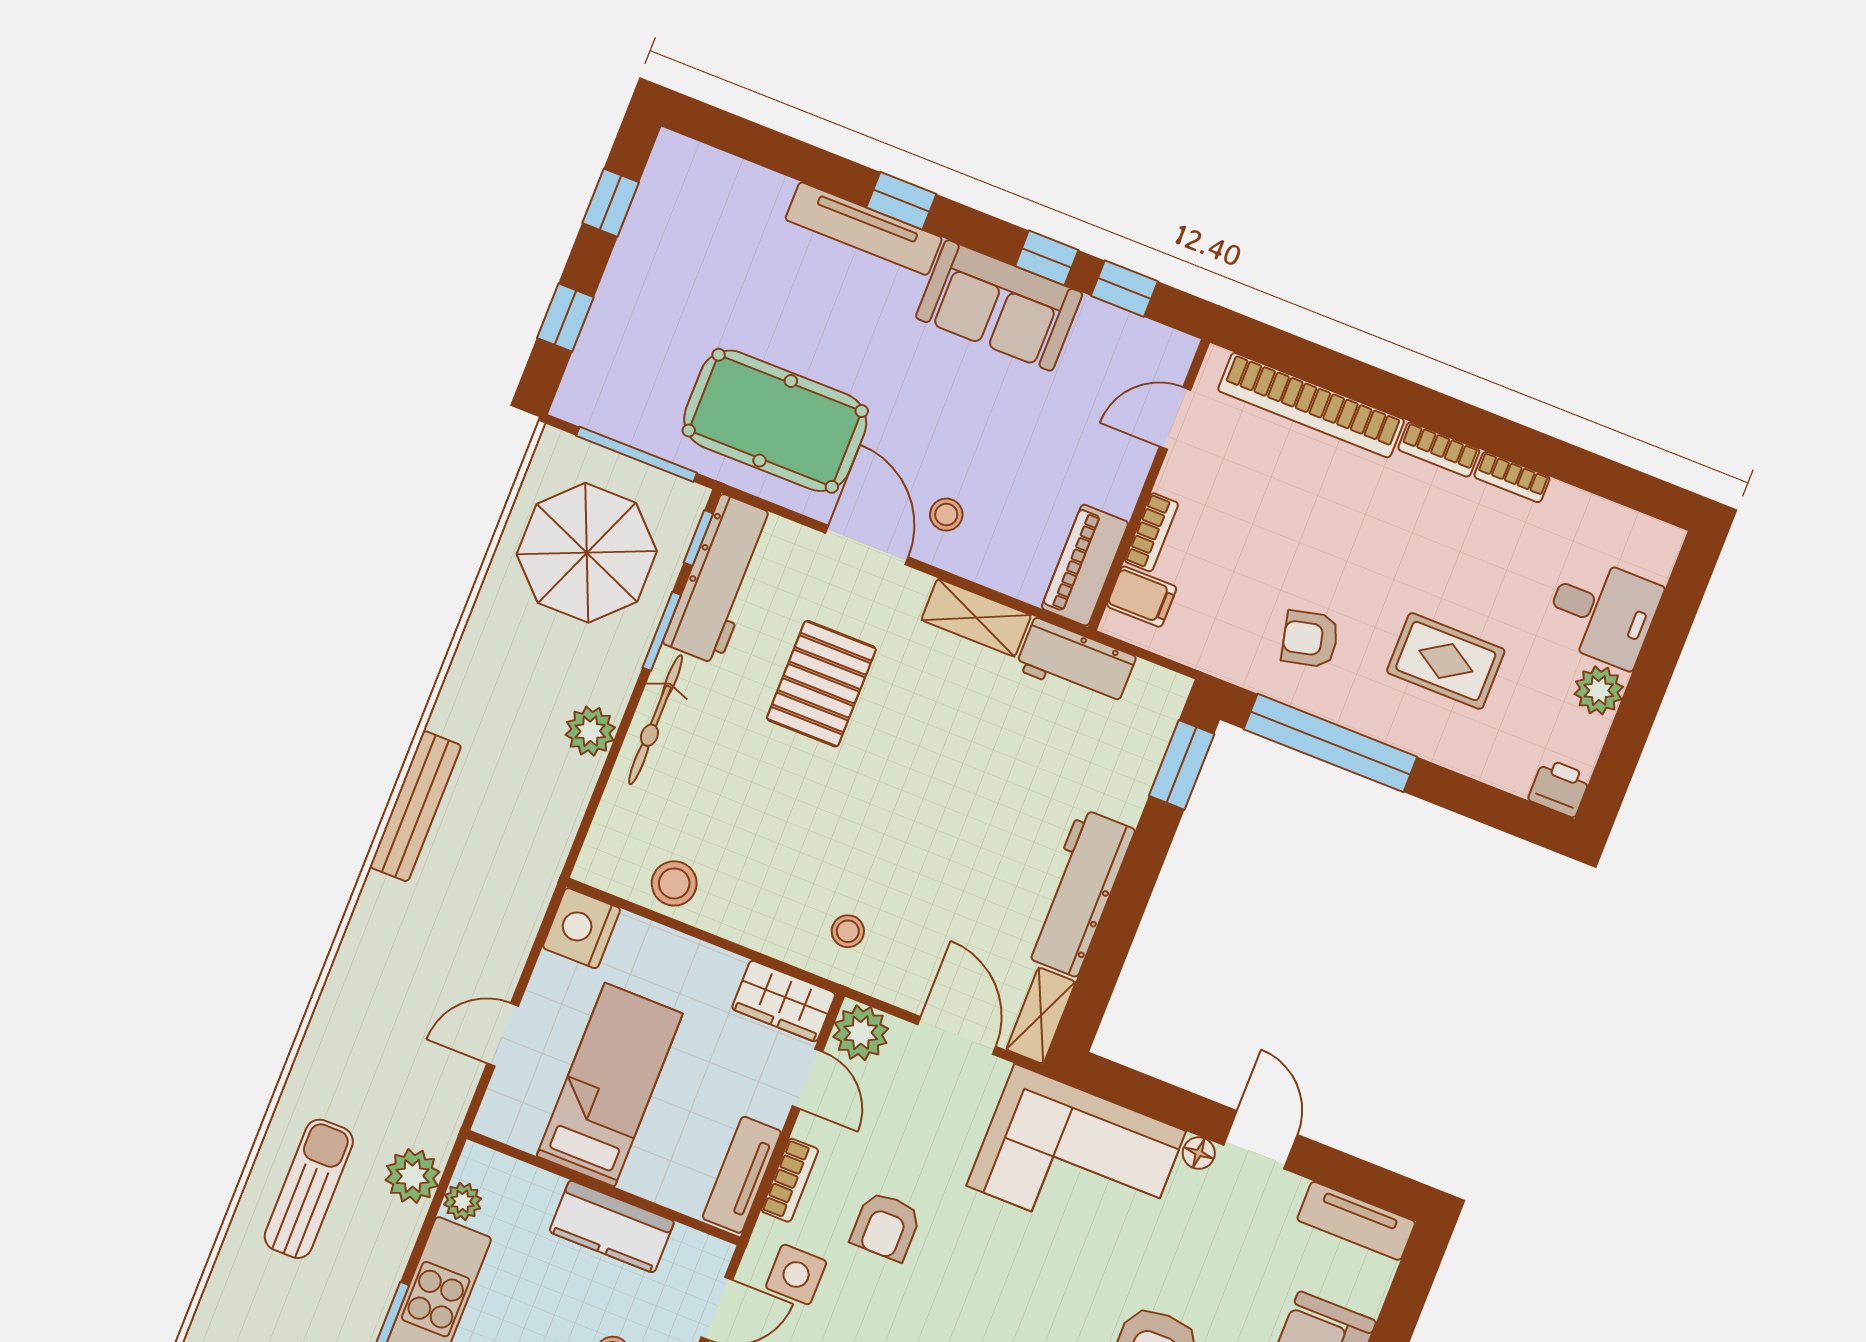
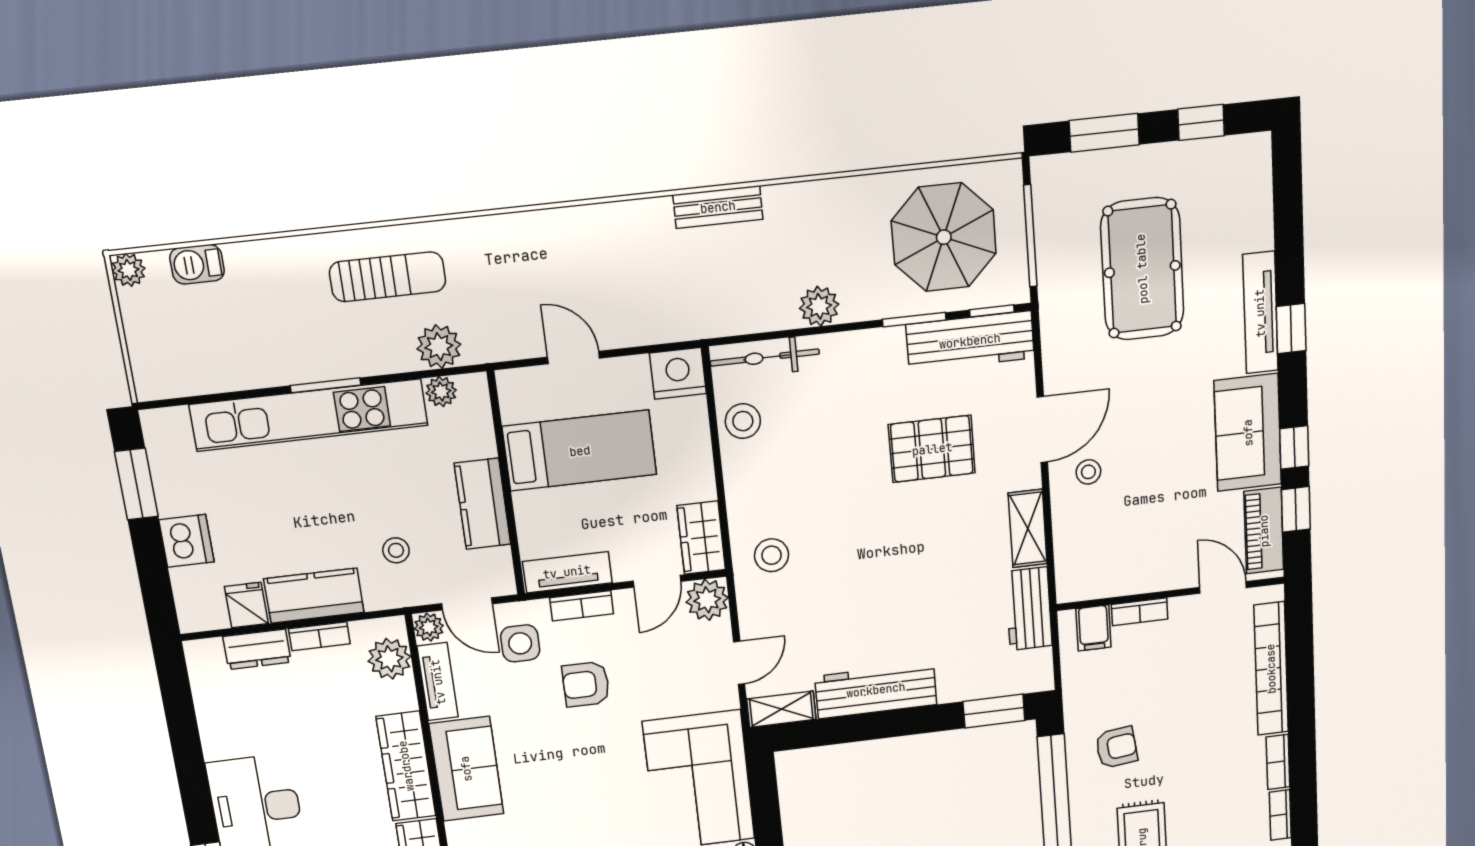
window: (565, 318) -> (1104, 133), width x1.50
pool table: (775, 421) -> (1142, 269), moved
piano: (1085, 565) -> (1264, 531), moved, turned -90
armchair: (1310, 639) -> (1116, 747), turned 96
bicycle: (656, 720) -> (765, 358), moved
bench: (415, 806) -> (718, 207), width x0.73
stool: (848, 931) -> (772, 555), width x1.37, depth x1.37
door: (957, 1036) -> (739, 663), width x0.73

